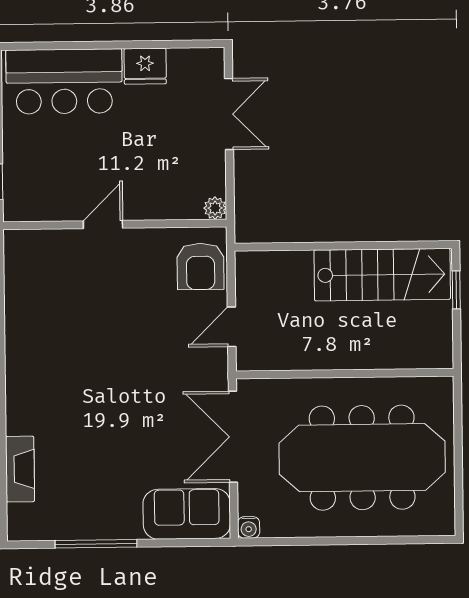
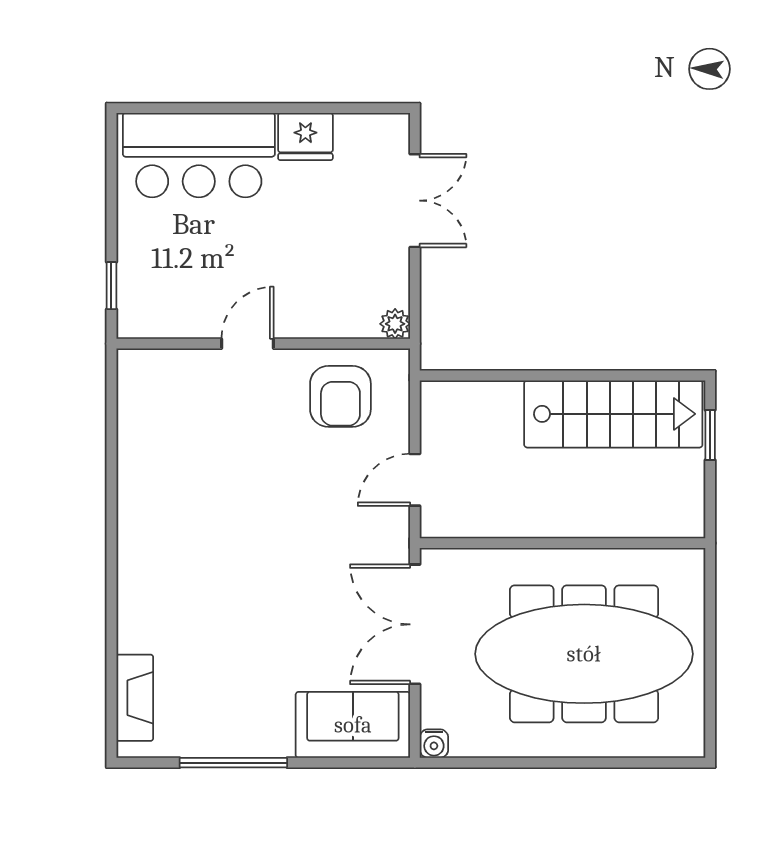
armchair: (201, 266) -> (340, 396), moved
fireplace: (20, 469) -> (135, 698), moved

